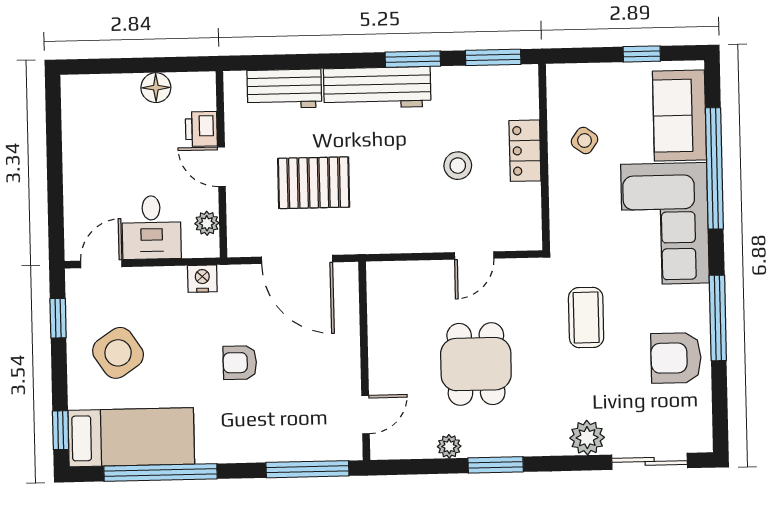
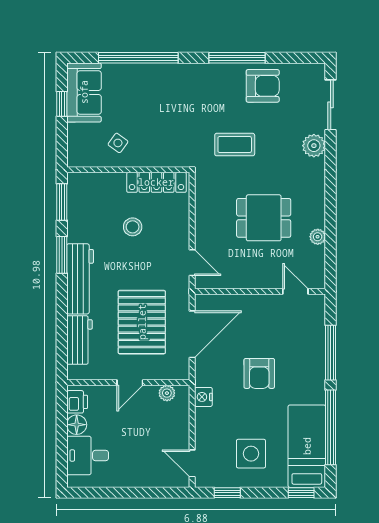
sofa: (679, 116) -> (84, 92), moved, turned -90
printer: (201, 129) -> (77, 402), moved, turned -90
locker: (525, 151) -> (156, 182), moved, width x1.53
pallet: (314, 183) -> (142, 322), width x1.37, depth x1.41
corner sofa: (665, 224) -> (174, 91), removed
desk: (151, 227) -> (88, 456), moved, turned 180
door: (474, 255) -> (192, 263), moved
side table: (118, 353) -> (251, 454), turned 34
armchair: (676, 358) -> (263, 86), turned -90
armchair: (240, 363) -> (259, 373), width x1.38, depth x1.38
window: (496, 465) -> (331, 206), removed
window: (307, 469) -> (331, 353), moved

